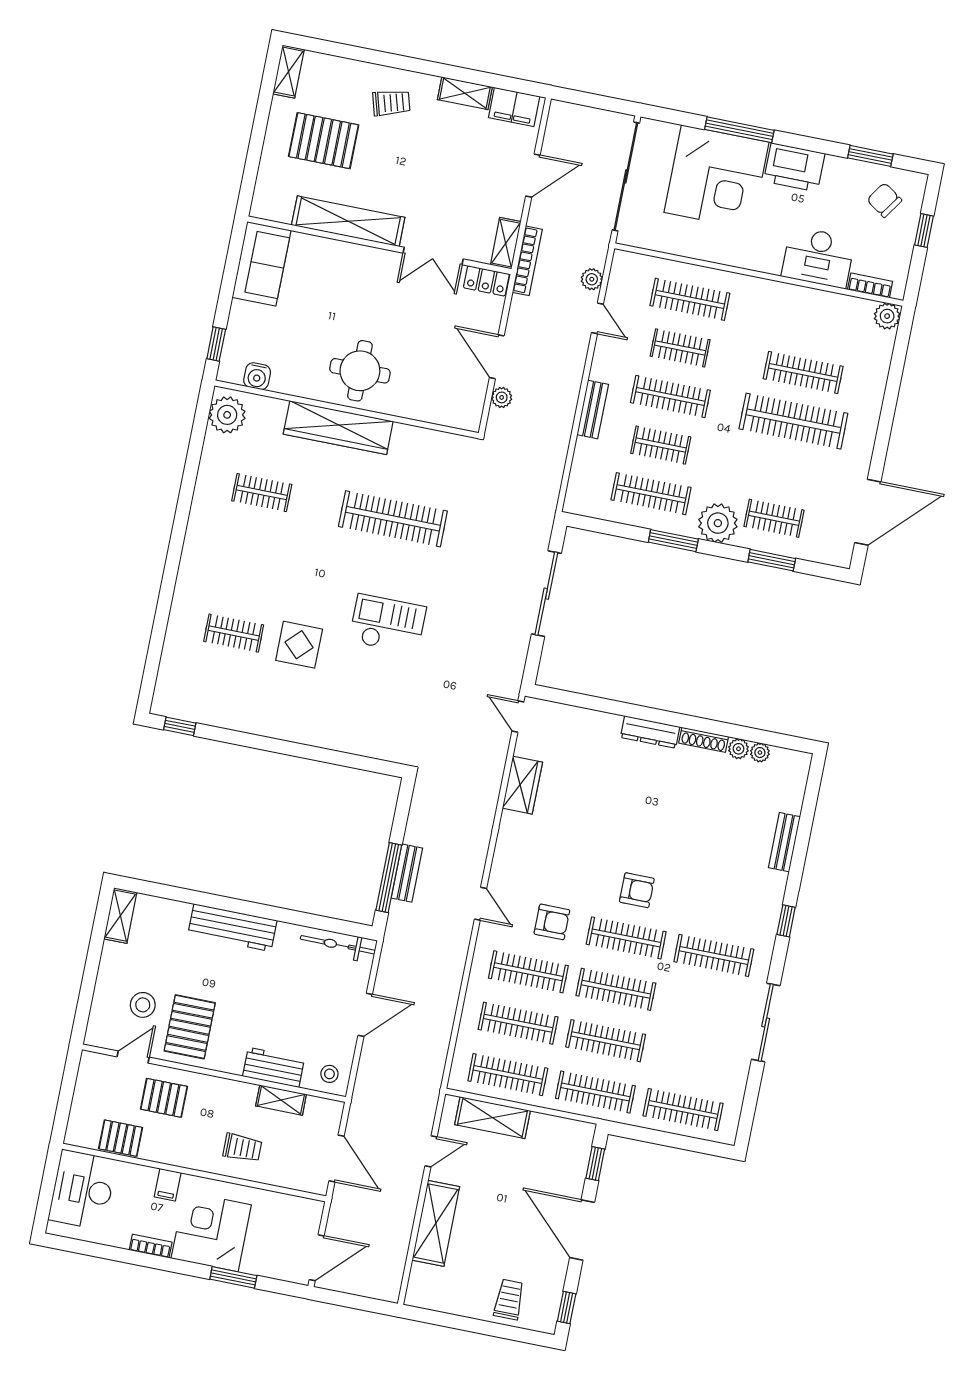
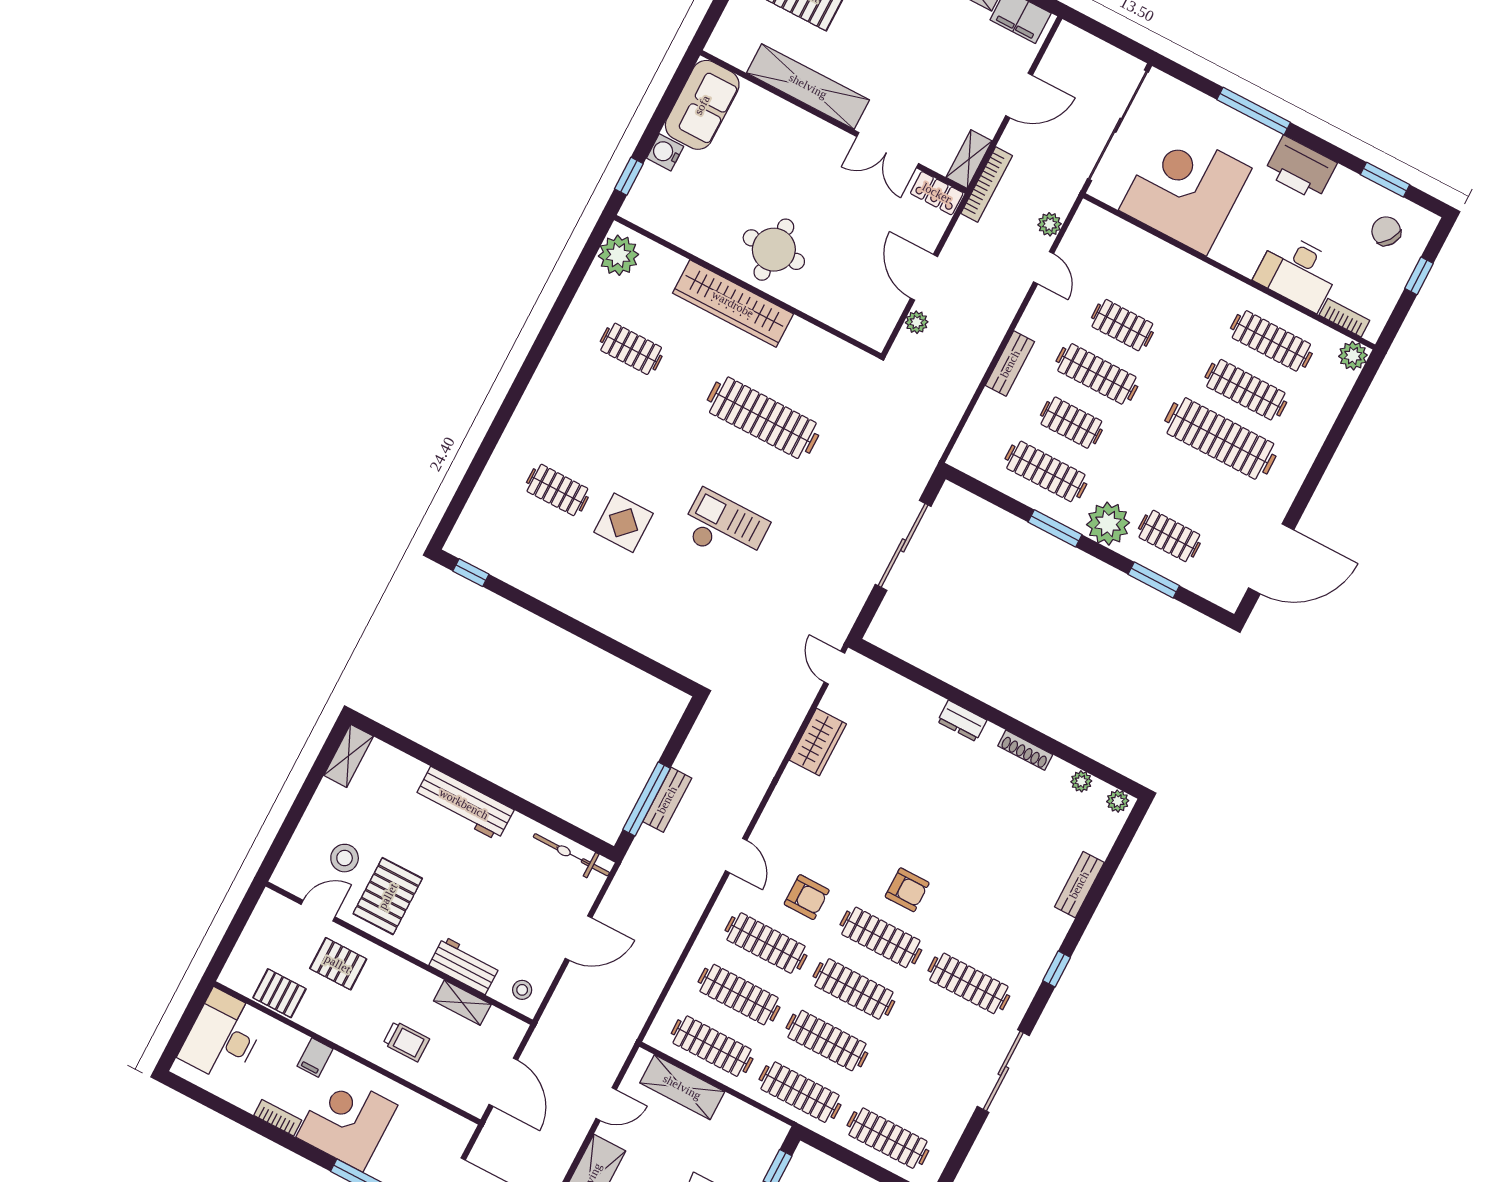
corner desk: (716, 177) -> (1185, 189), moved, turned 180
clothes rail: (690, 299) -> (1271, 341), moved
water cooler: (257, 376) -> (665, 152), moved, turned 90
dresser: (650, 732) -> (962, 721), width x0.70
plant: (738, 749) -> (1118, 801), moved

